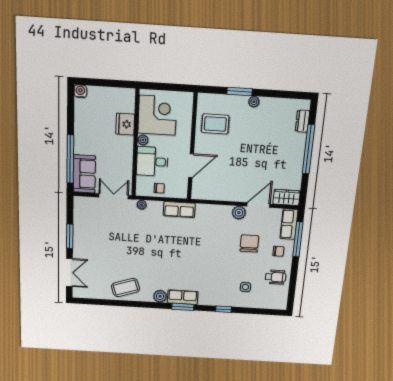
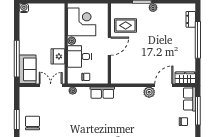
fridge: (125, 124) -> (58, 56), moved
door: (191, 166) -> (109, 46), moved
chair: (249, 244) -> (33, 123), moved

